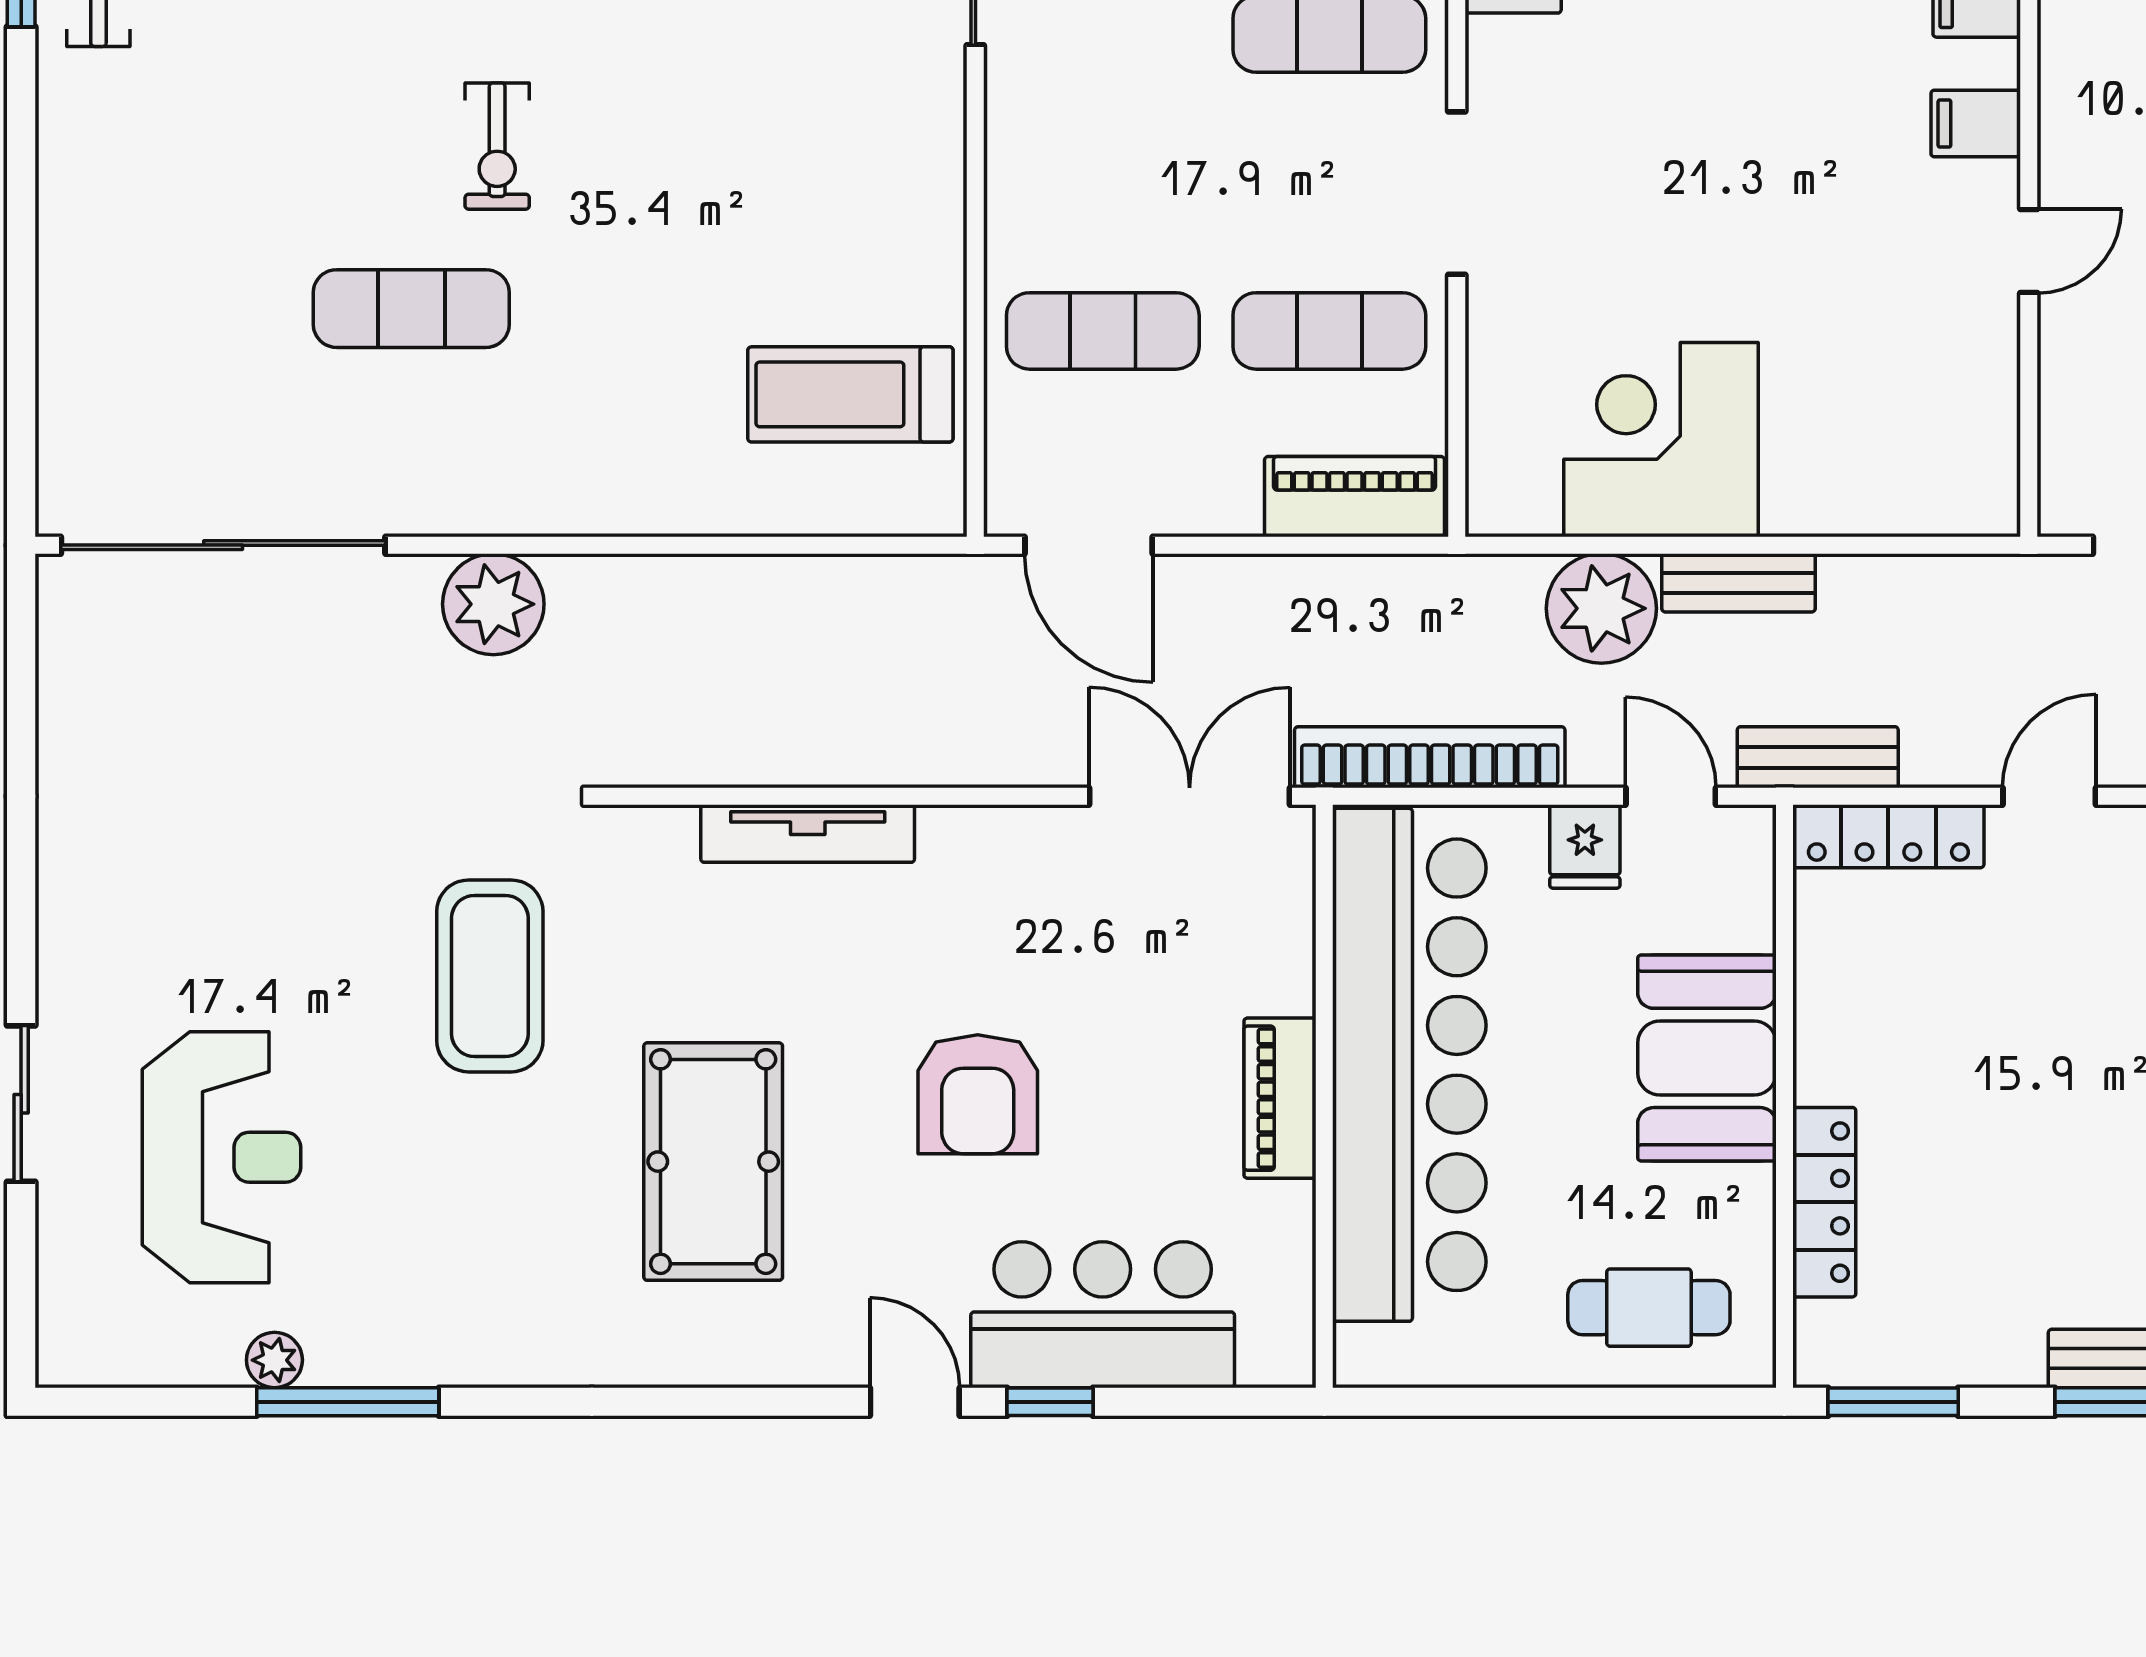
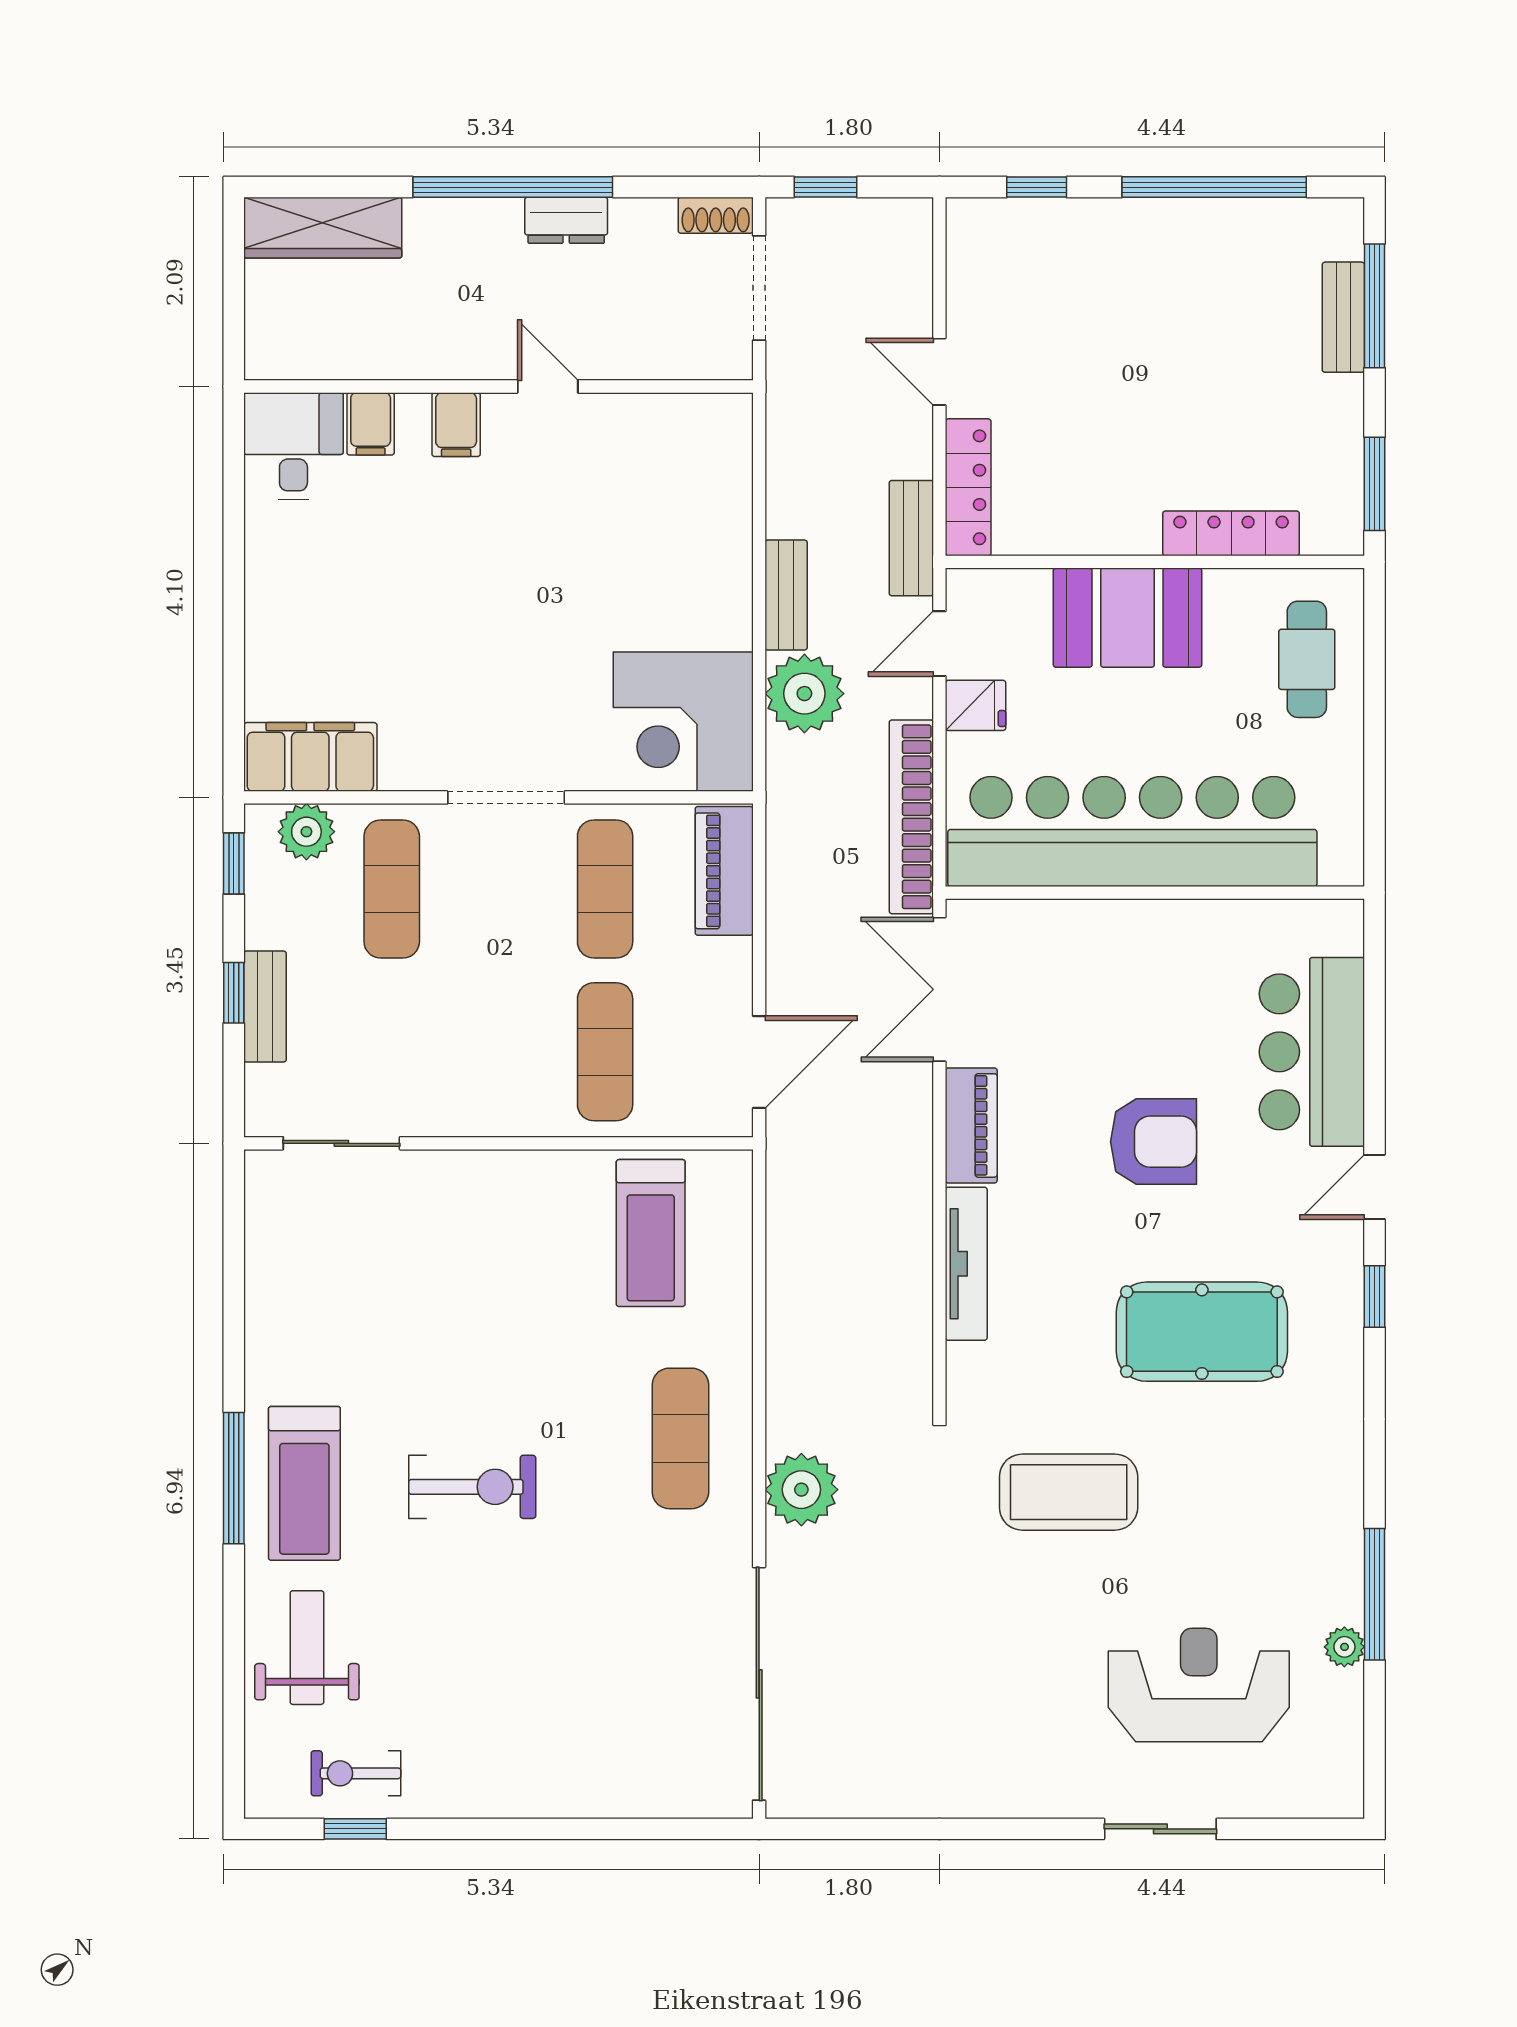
exercise bike: (497, 146) -> (472, 1487), width x1.38, depth x1.39
exercise mat: (411, 309) -> (680, 1438), moved
corner desk: (1661, 440) -> (683, 722), moved
piano: (1280, 1098) -> (971, 1125), moved, turned -90
window: (1050, 1402) -> (1374, 1297), moved

